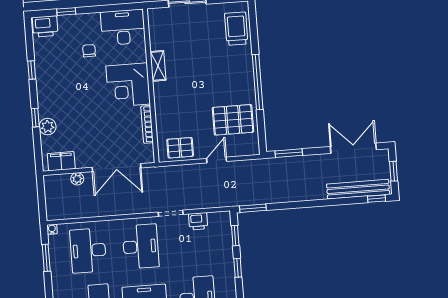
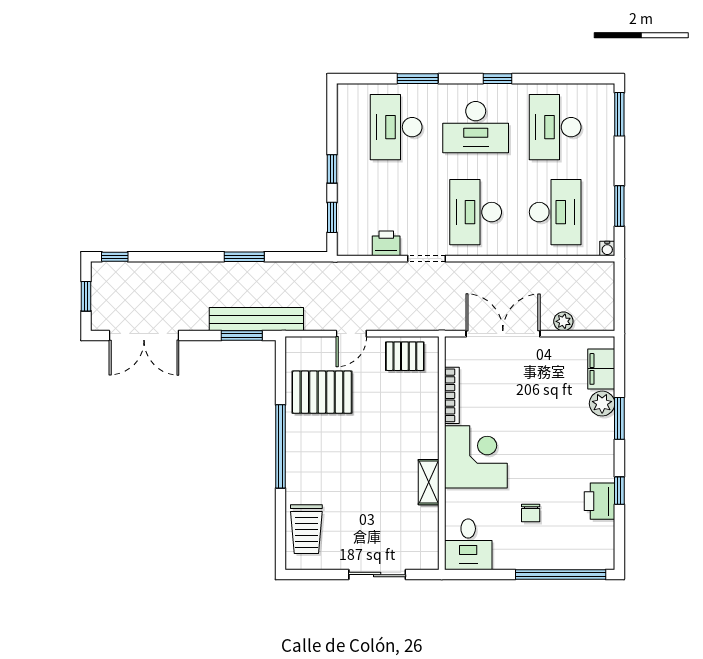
window: (66, 12) -> (561, 575), width x3.17
printer: (45, 26) -> (600, 501), moved, turned -90
desk: (123, 27) -> (468, 544), width x0.73
window: (35, 118) -> (619, 418), width x1.50
filing cabinet: (61, 161) -> (601, 369), moved, turned 90
bench: (358, 189) -> (256, 319), moved
window: (253, 208) -> (244, 257), moved

